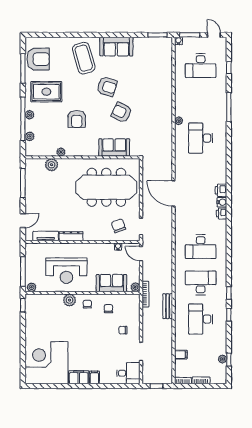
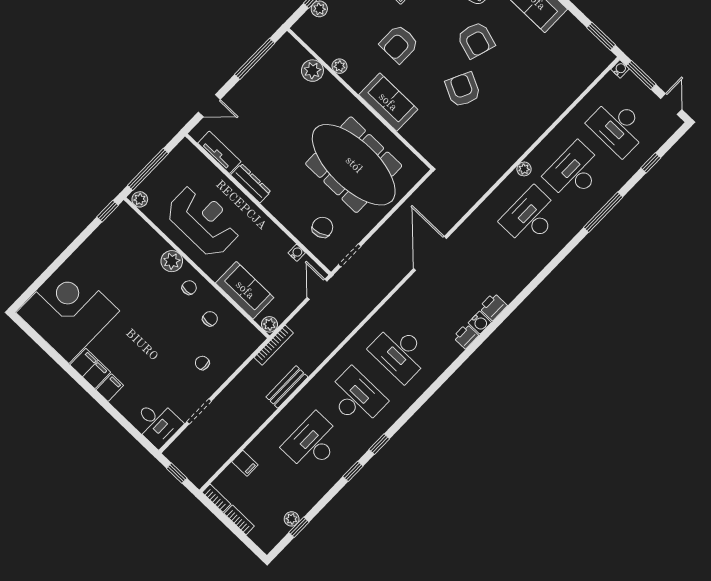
desk: (201, 102) -> (574, 172), added
sofa: (114, 147) -> (388, 102), moved
reception desk: (66, 271) -> (203, 221), turned 180

